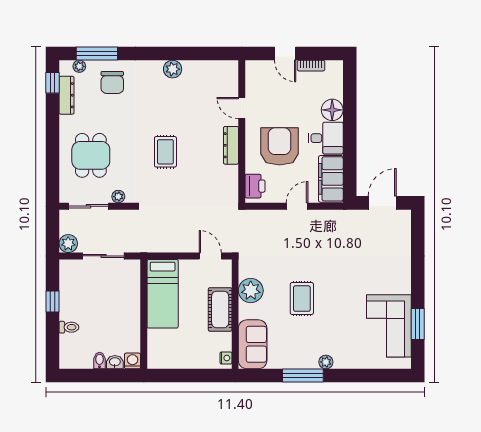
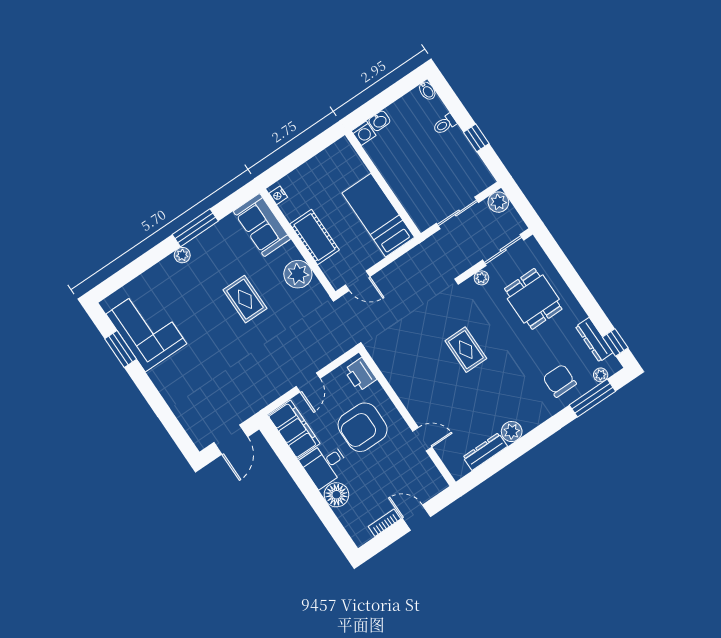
dresser: (231, 145) -> (485, 452), moved, turned -90
armchair: (280, 146) -> (363, 427), turned 90
bidet: (100, 360) -> (427, 91), moved

